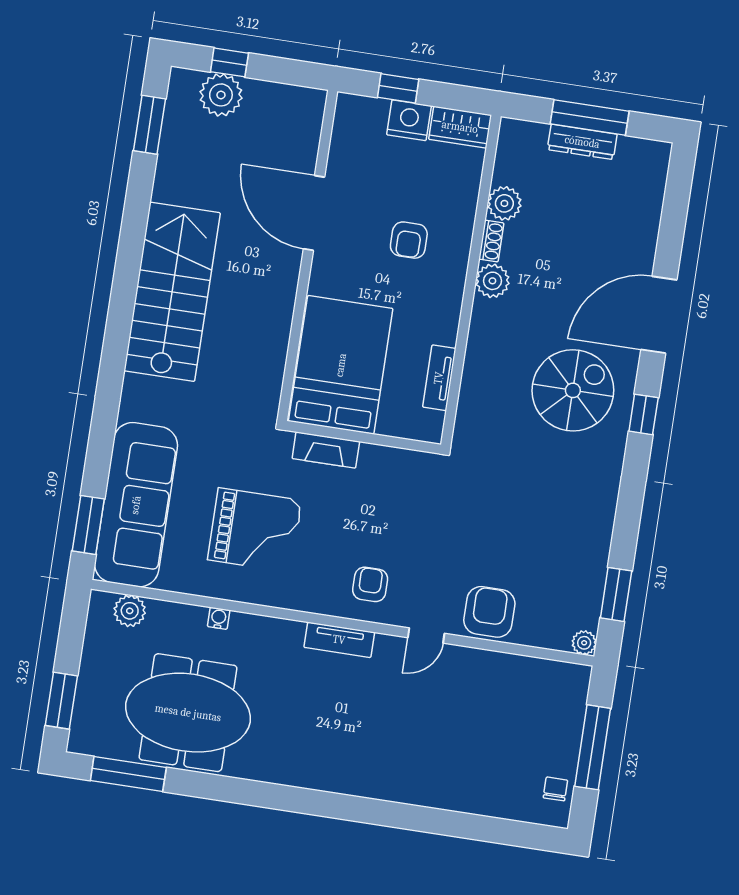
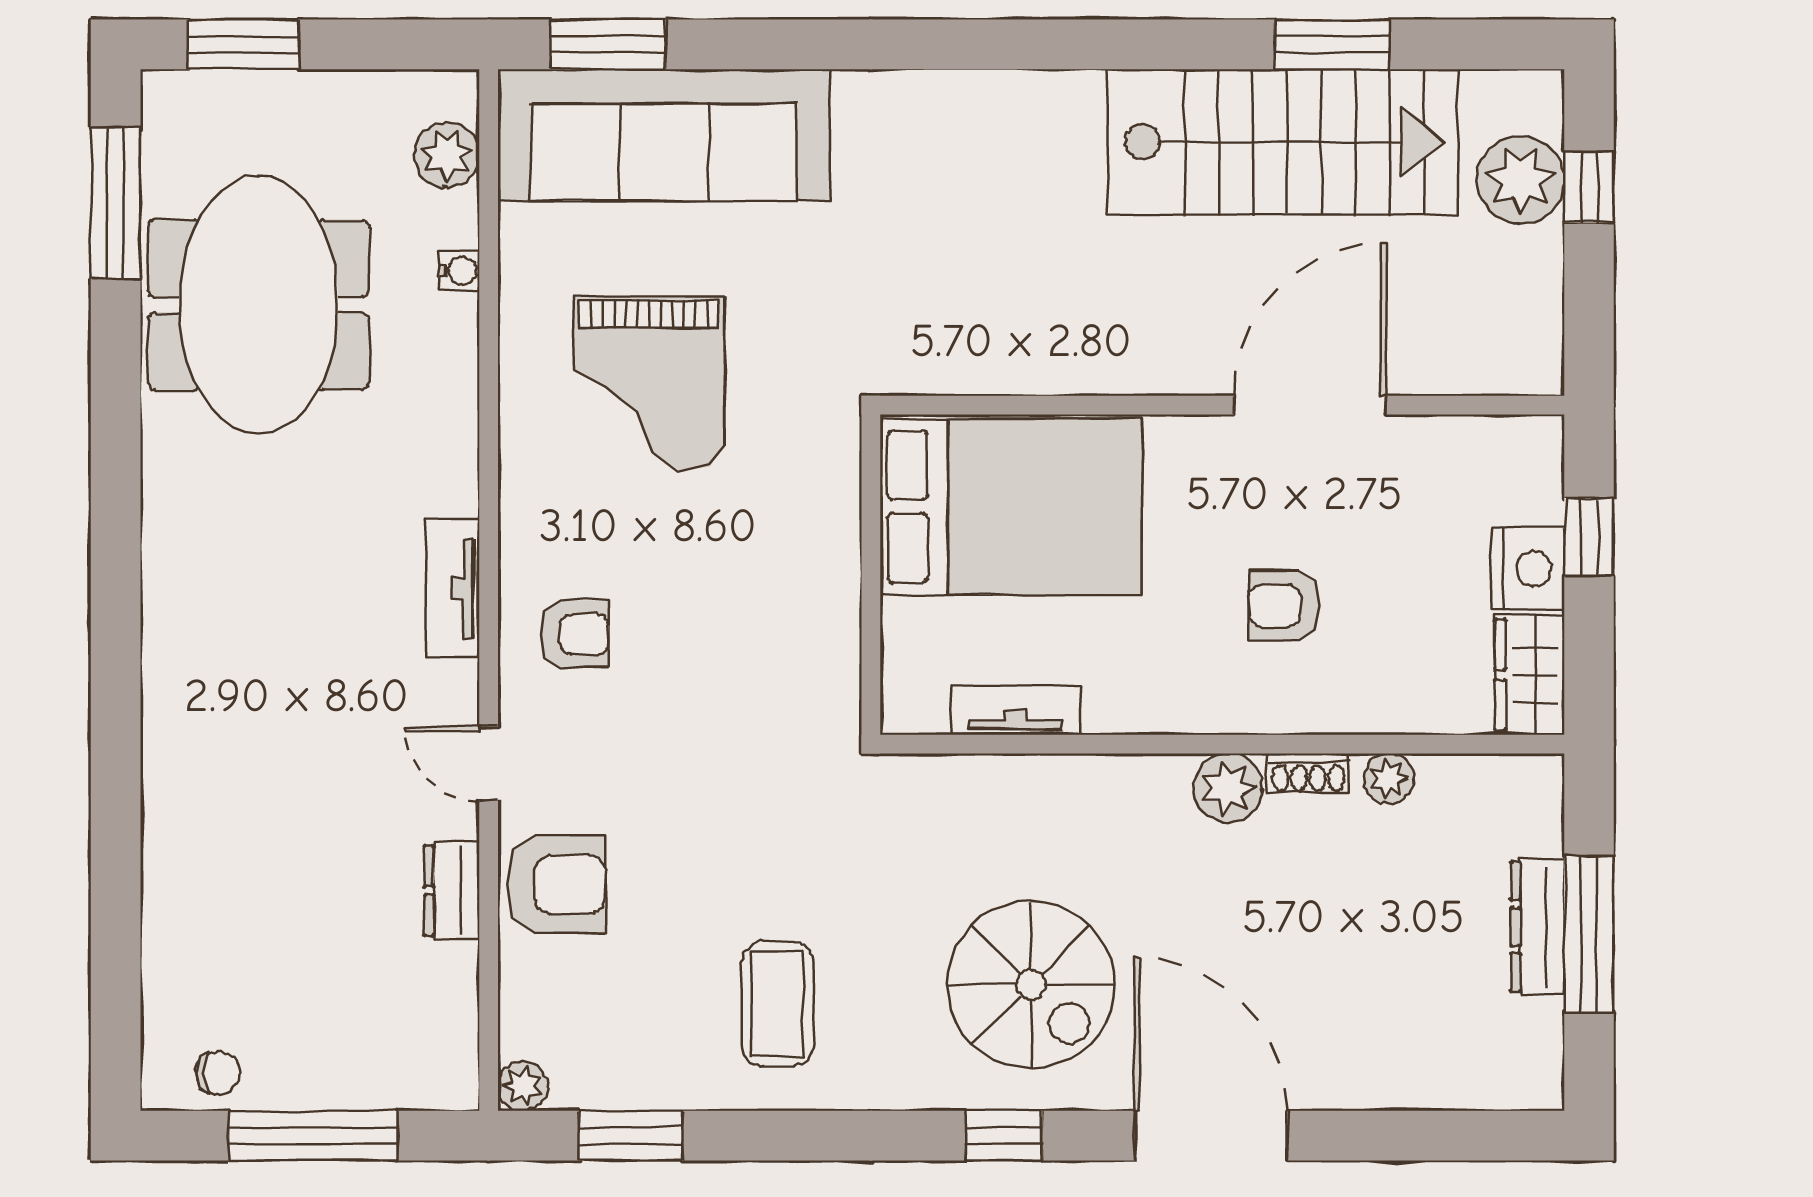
window: (150, 125) -> (1332, 44), moved
plant: (504, 203) -> (1389, 779), width x0.73, depth x0.73
stairs: (172, 292) -> (1283, 142), moved
fireplace: (326, 450) -> (833, 503), removed
coffee table: (563, 514) -> (778, 1004), added
water cooler: (219, 618) -> (459, 271), moved
dresser: (485, 663) -> (452, 891), added

